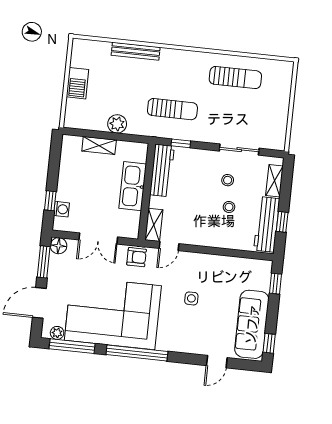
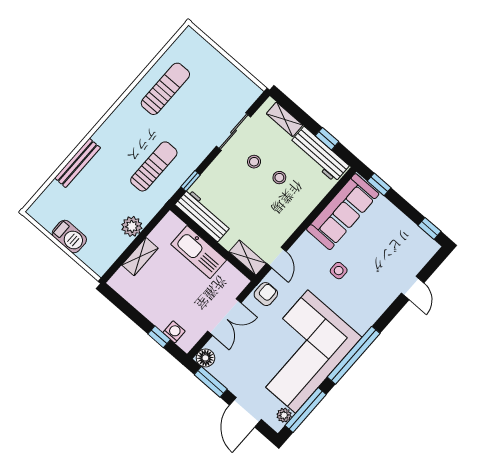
sofa: (252, 324) -> (343, 212), moved, turned -90

